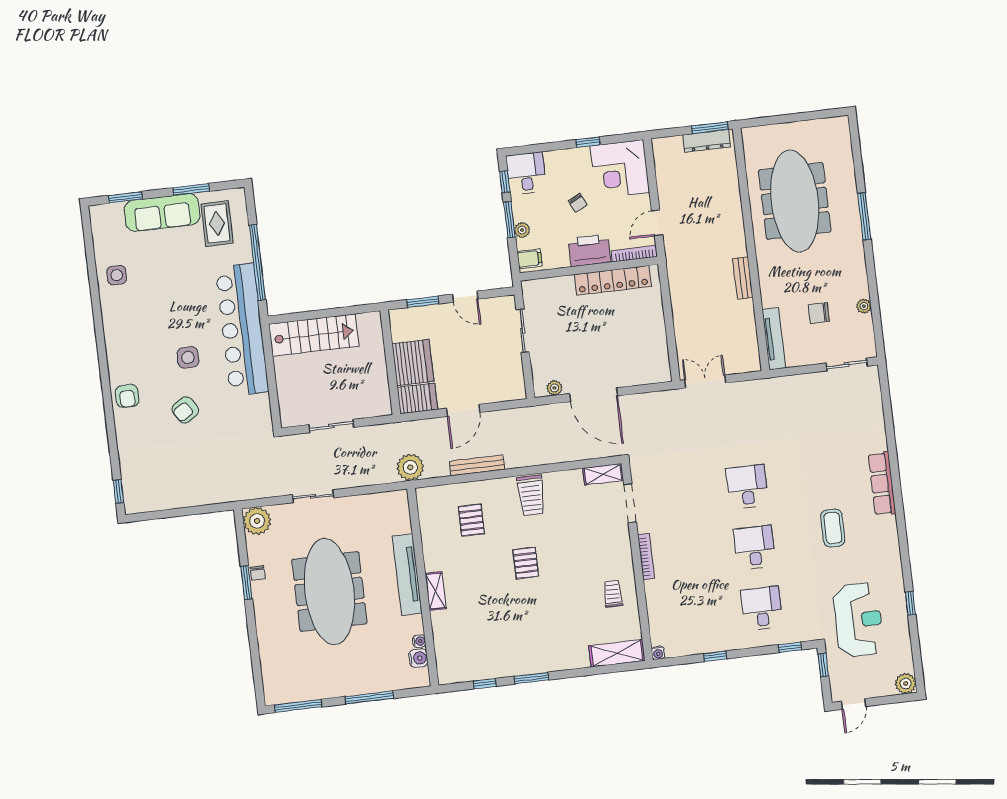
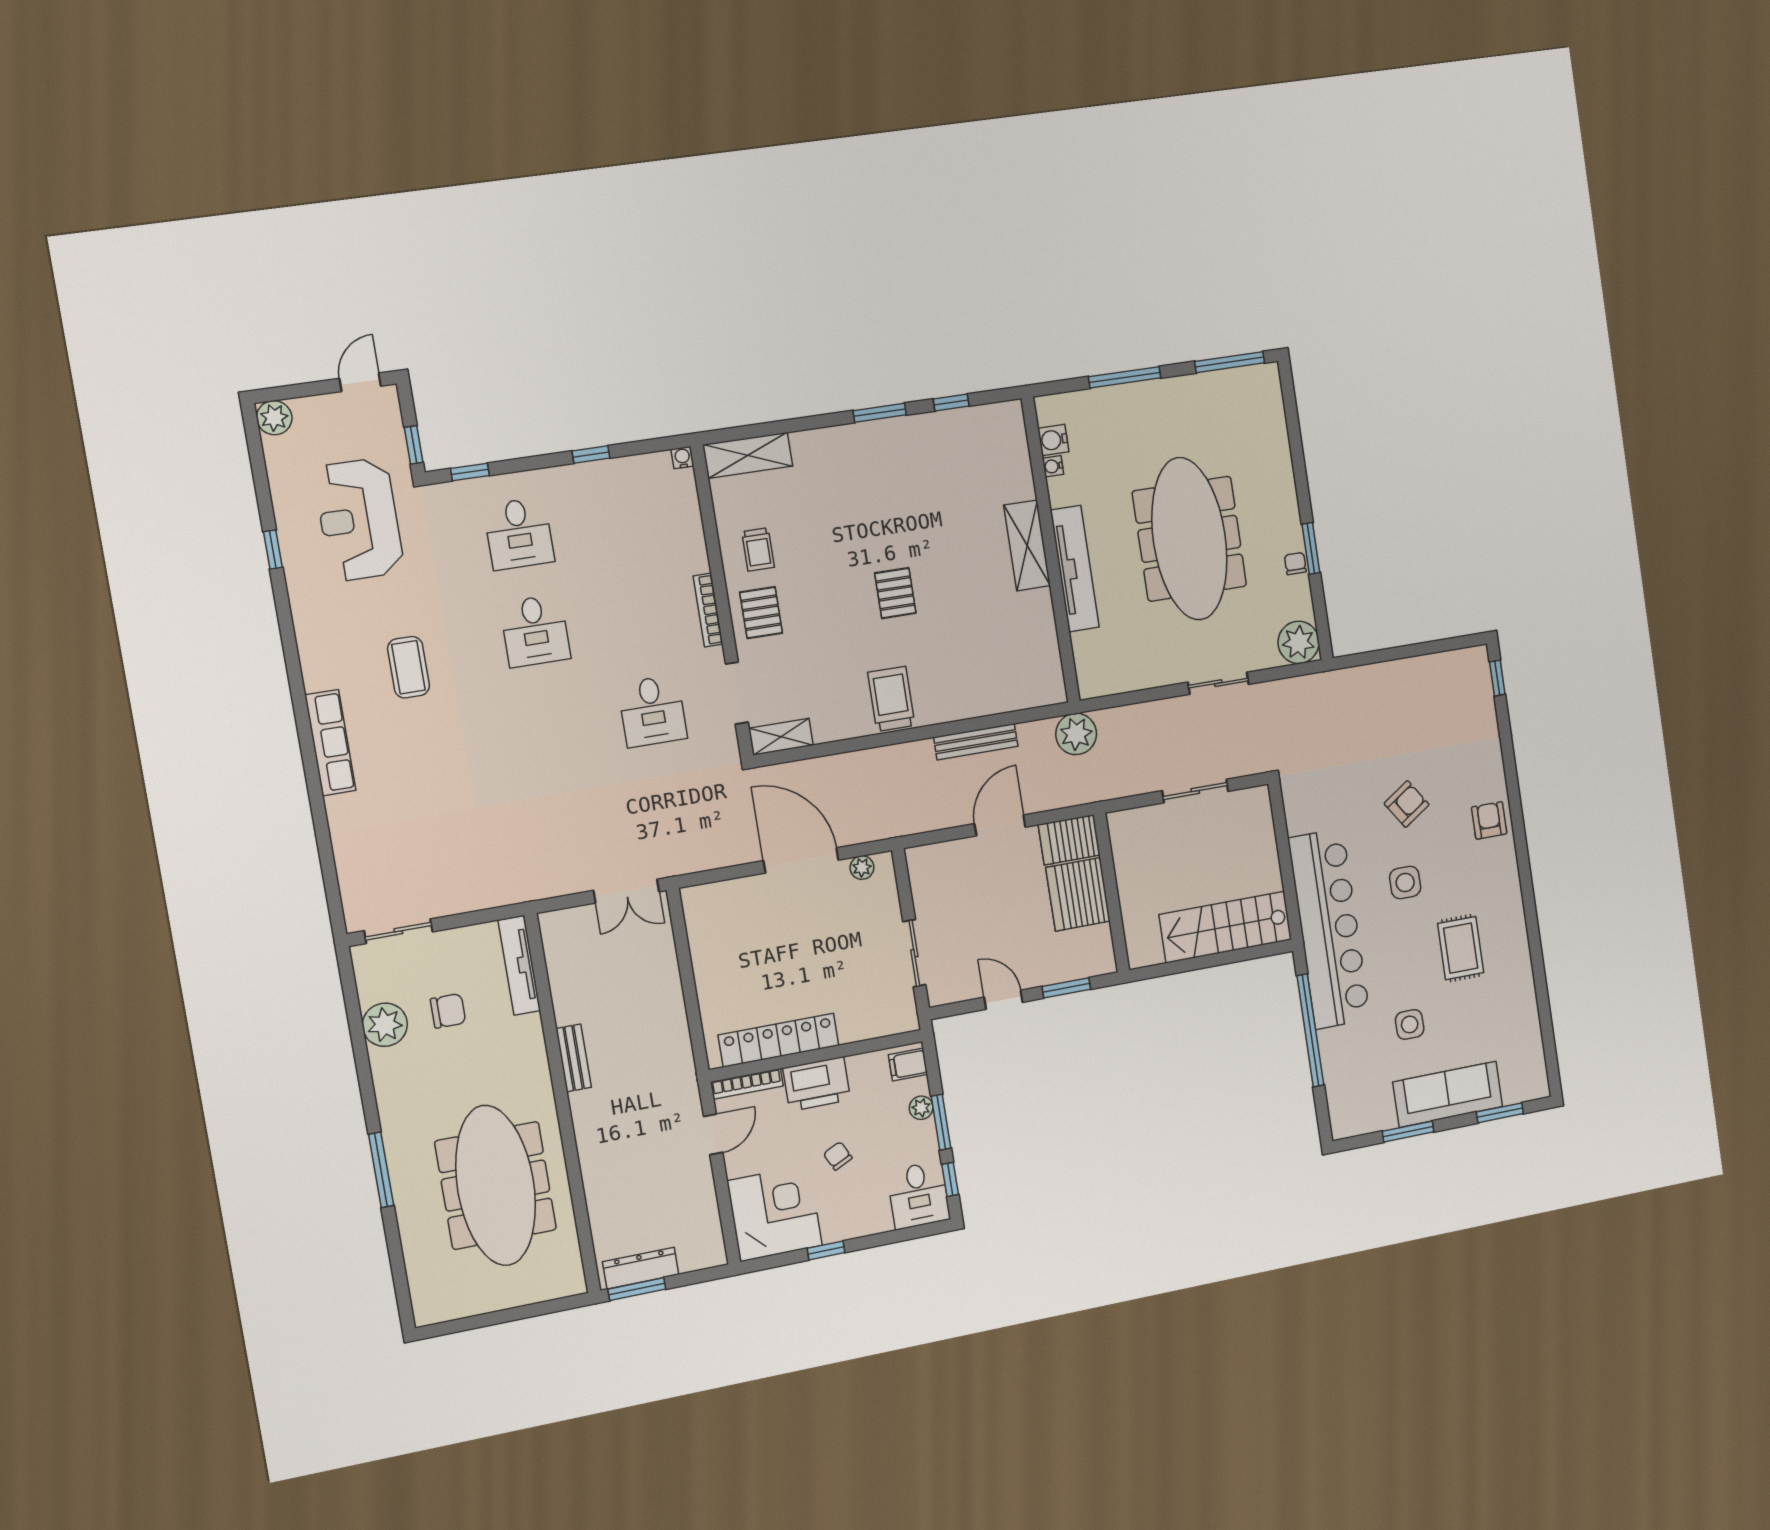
rug: (217, 224) -> (1461, 948), moved
side table: (117, 275) -> (1410, 1024), moved
plant: (864, 306) -> (385, 1025), width x1.88, depth x1.88
desk: (747, 487) -> (652, 711), moved
pallet: (471, 520) -> (761, 613), moved
shelving: (435, 591) -> (1027, 545), width x1.50, depth x1.33

